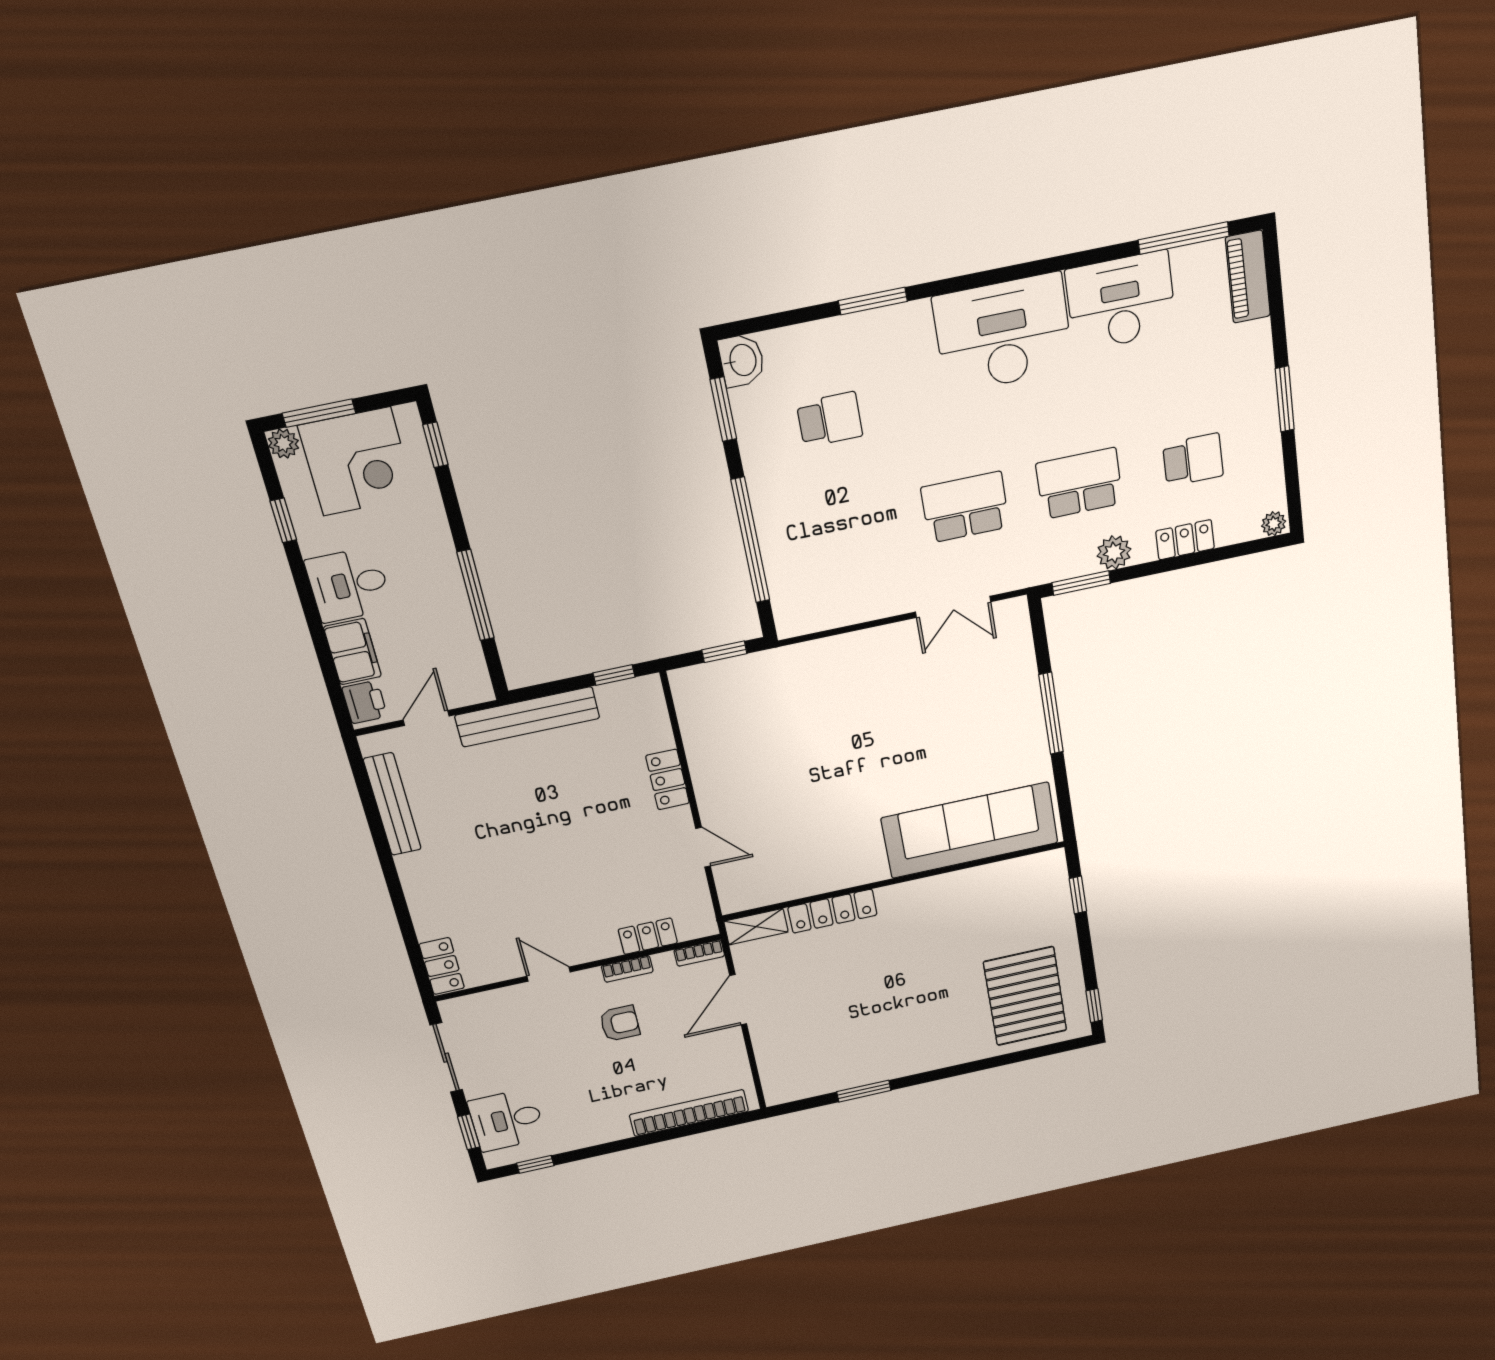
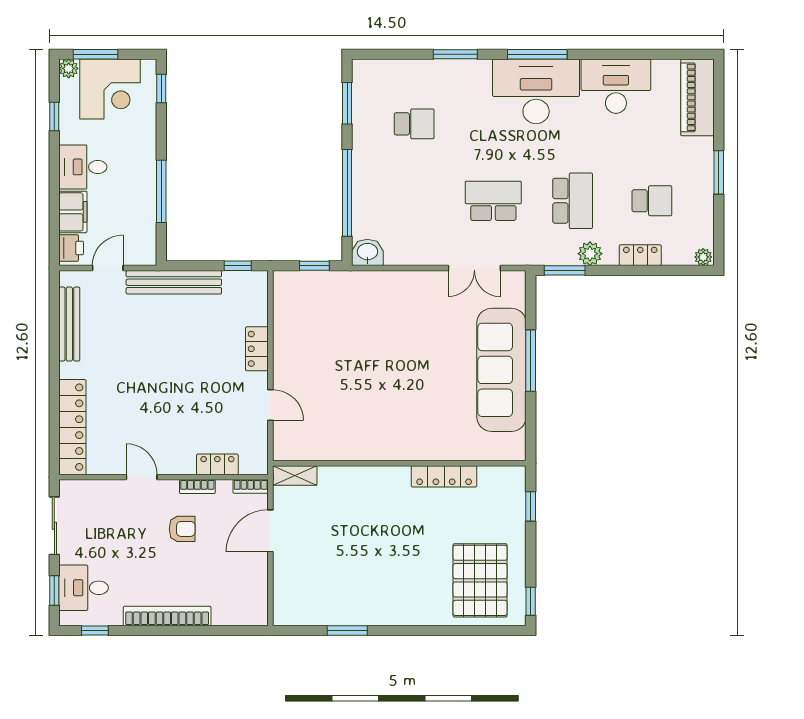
window: (1184, 238) -> (537, 54), moved
piano: (1248, 277) -> (697, 97), width x1.37, depth x1.33
washbasin: (742, 360) -> (367, 252), moved, turned -90
school desk: (1079, 483) -> (573, 201), turned 90
sofa: (970, 830) -> (501, 370), moved, turned -90
locker: (833, 911) -> (444, 476), moved
locker: (442, 966) -> (72, 427), width x2.16, depth x1.21
bookcase: (689, 1113) -> (167, 616), moved

